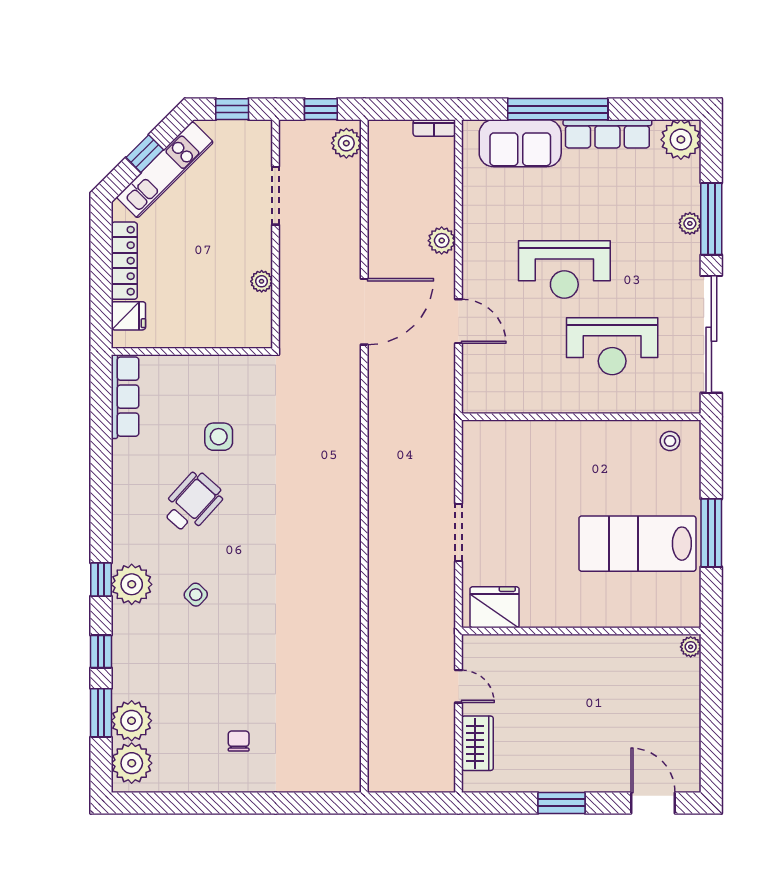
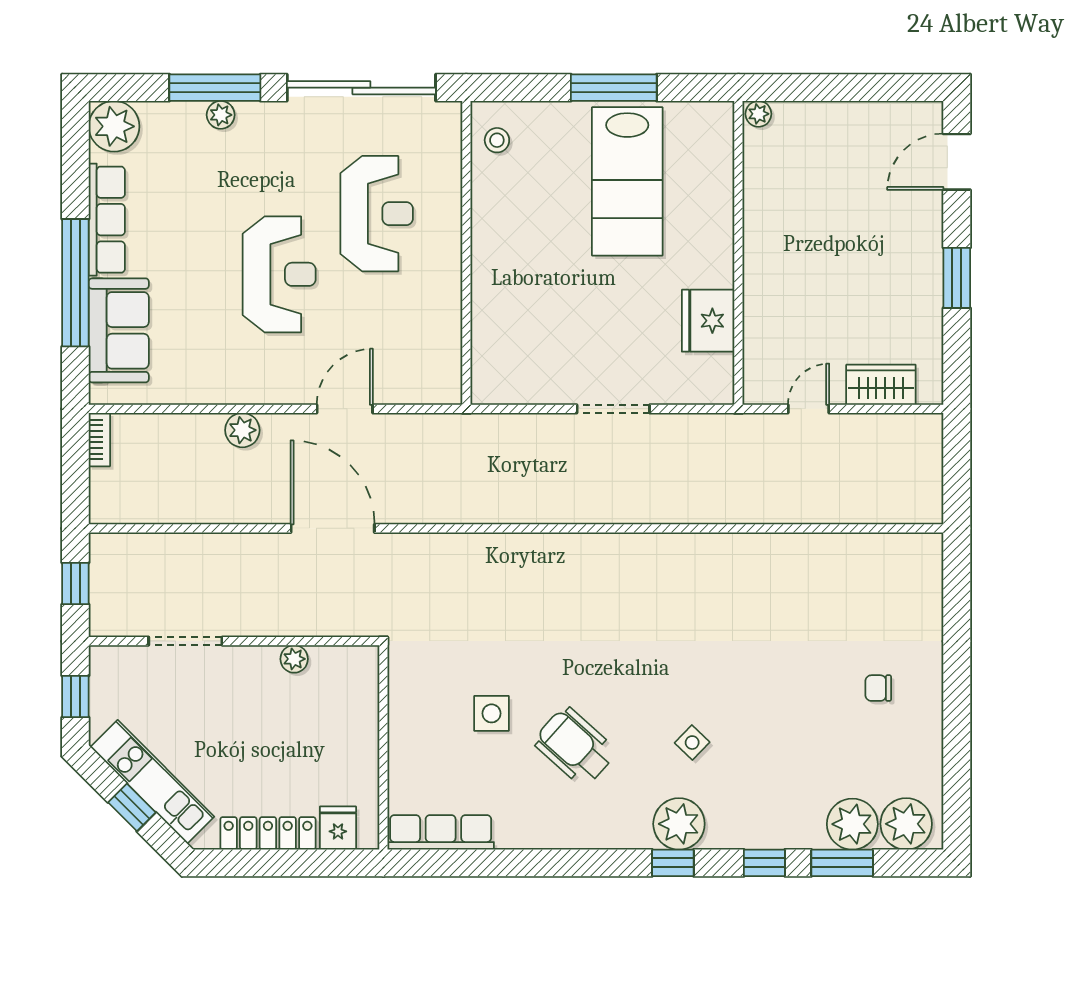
plant: (346, 143) -> (119, 551), removed
fridge: (495, 607) -> (708, 321), moved

